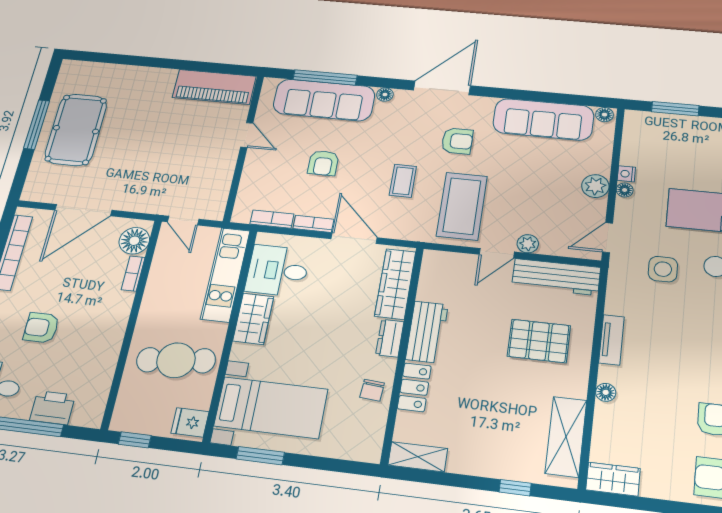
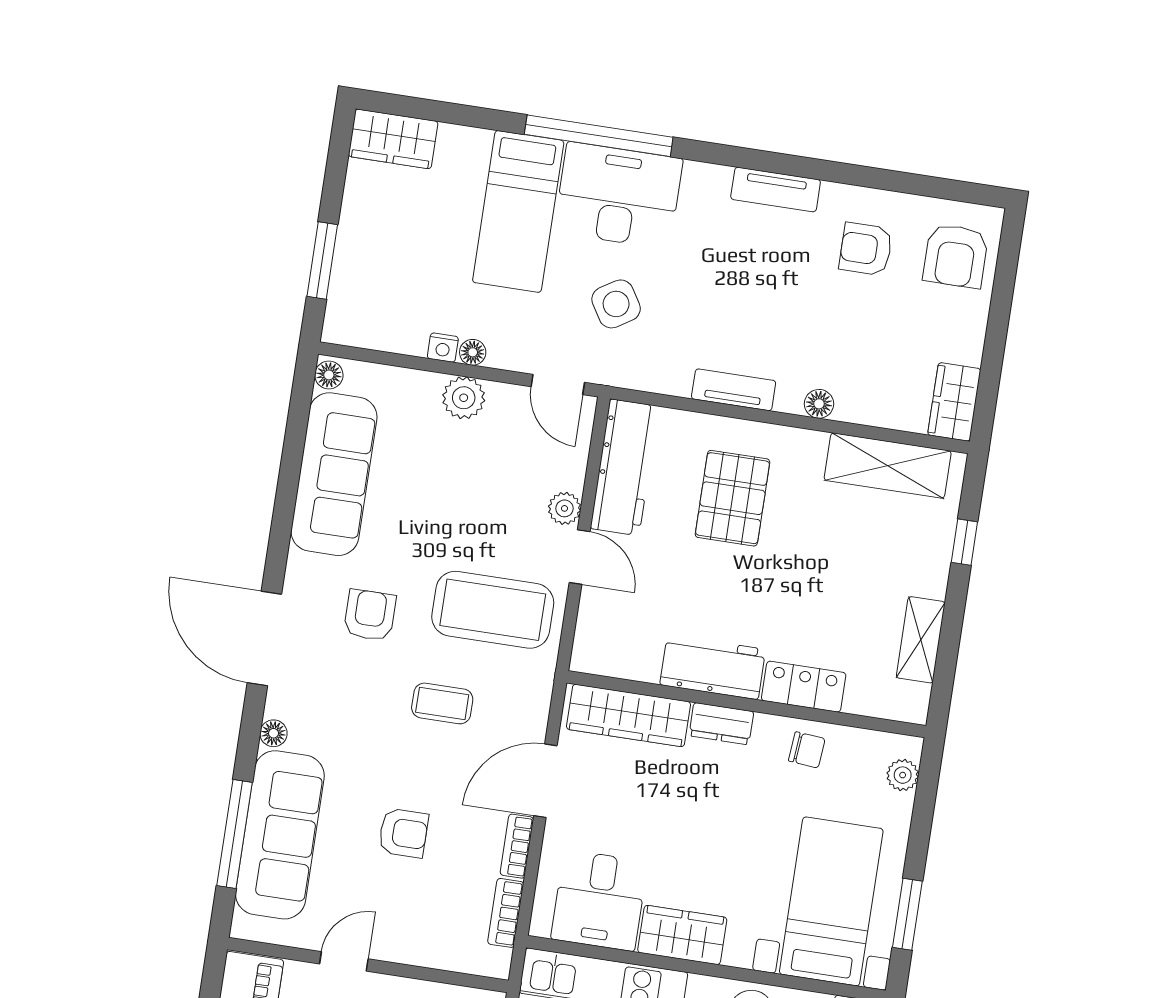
side table: (663, 269) -> (616, 304), turned -32
plant: (354, 451) -> (903, 775), added
shelving: (418, 457) -> (921, 640), moved

